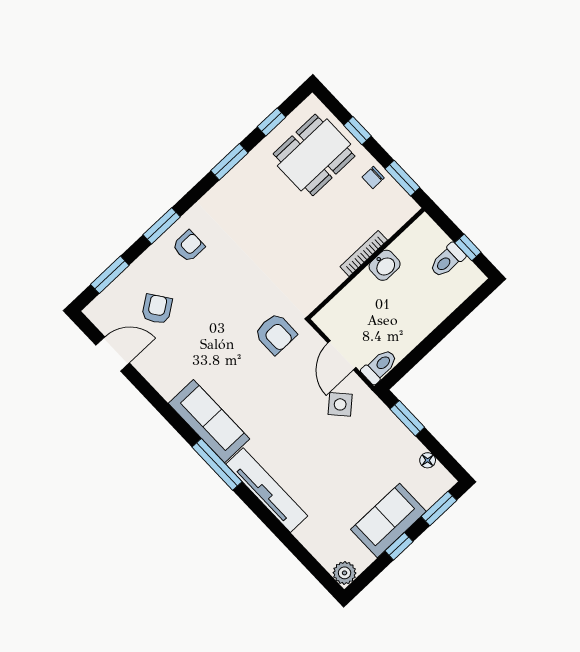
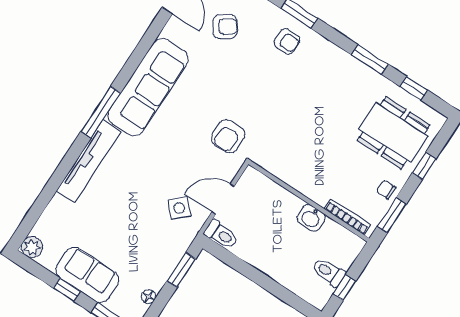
bookcase: (364, 253) -> (347, 217), moved
sofa: (209, 421) -> (148, 87), width x1.36, depth x1.27

